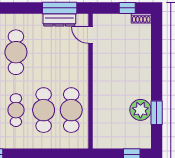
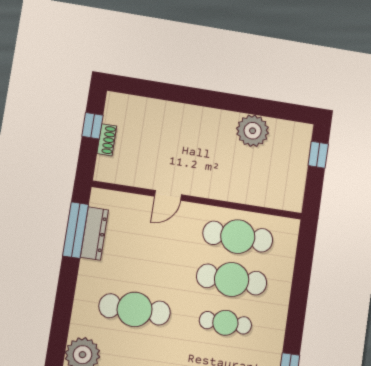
shoe rack: (141, 18) -> (107, 140), moved
door: (90, 35) -> (168, 195), moved
window: (157, 113) -> (261, 107), removed

